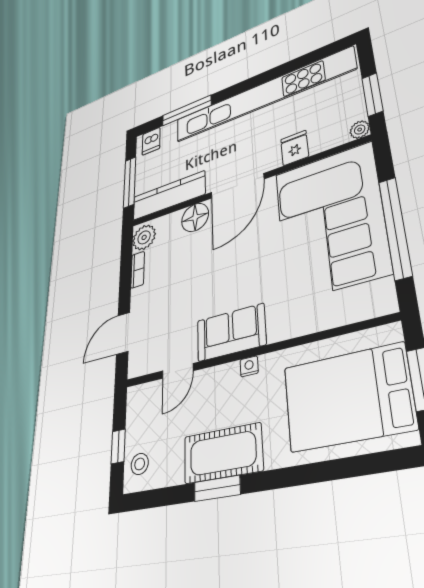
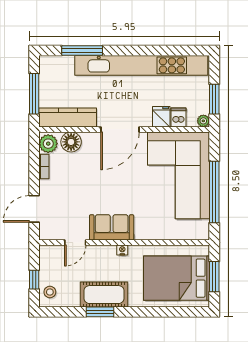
dishwasher: (151, 141) -> (179, 117), moved, turned 180
floor lamp: (195, 217) -> (71, 142), moved

